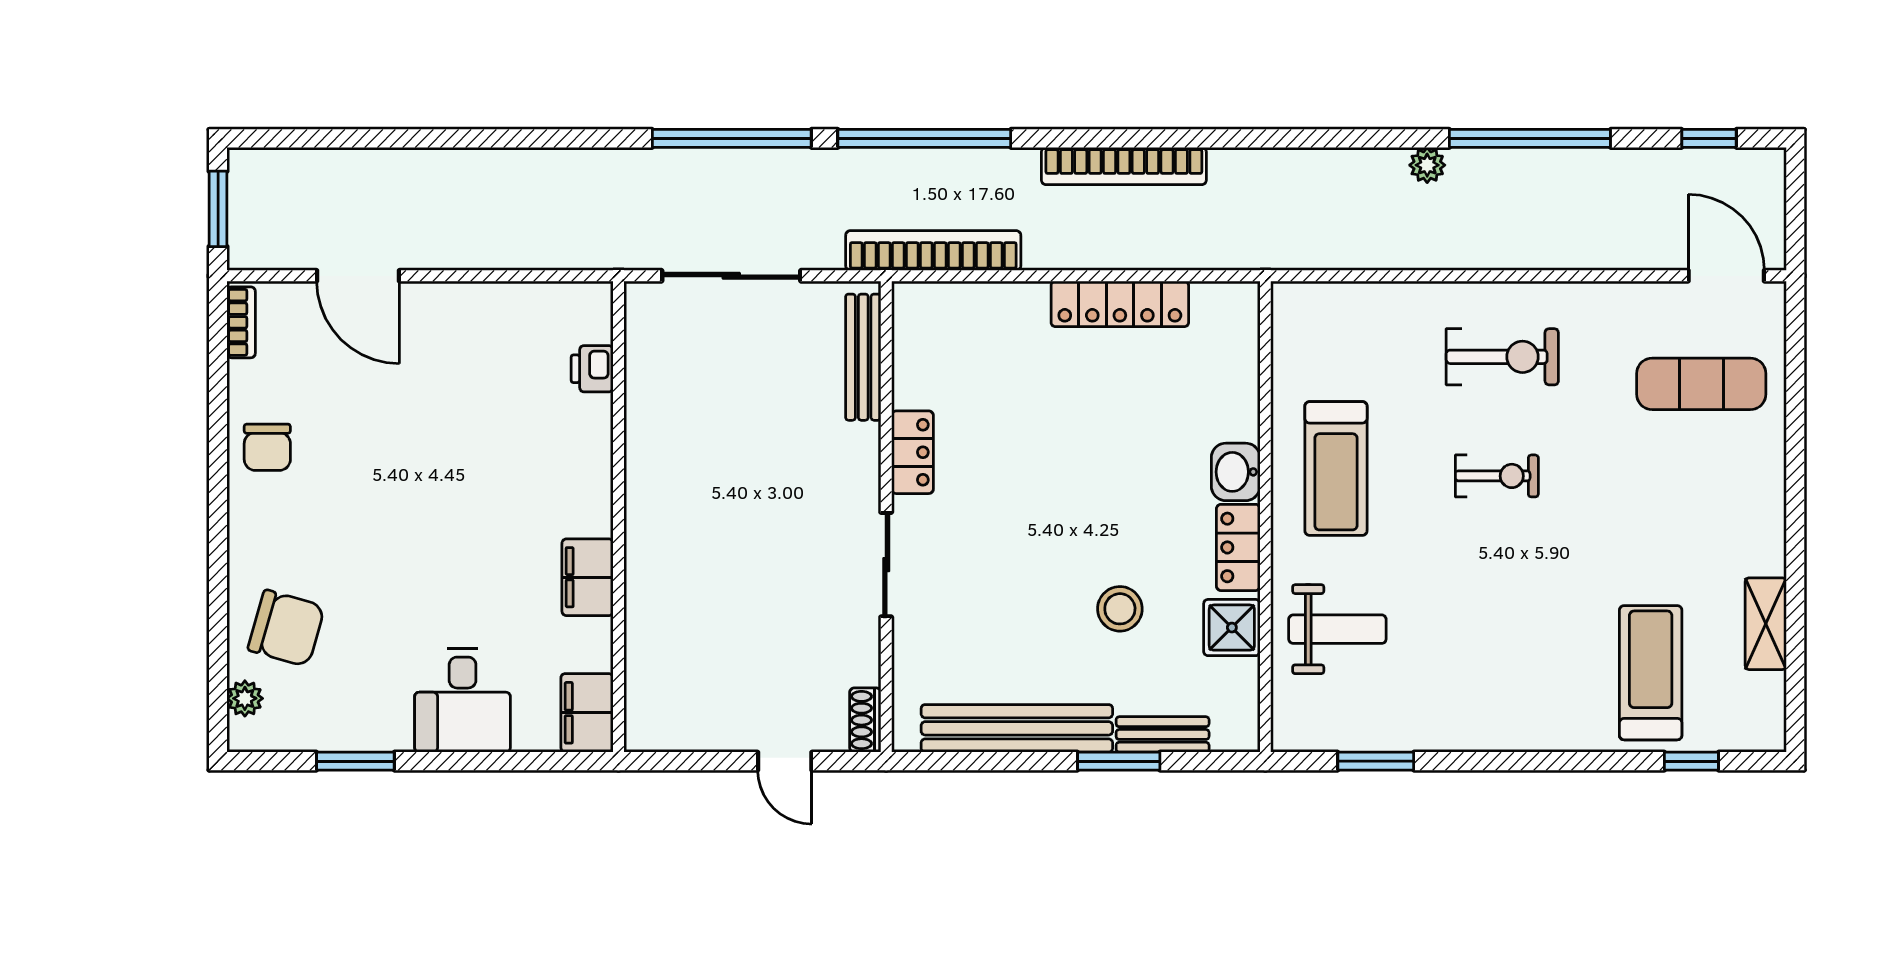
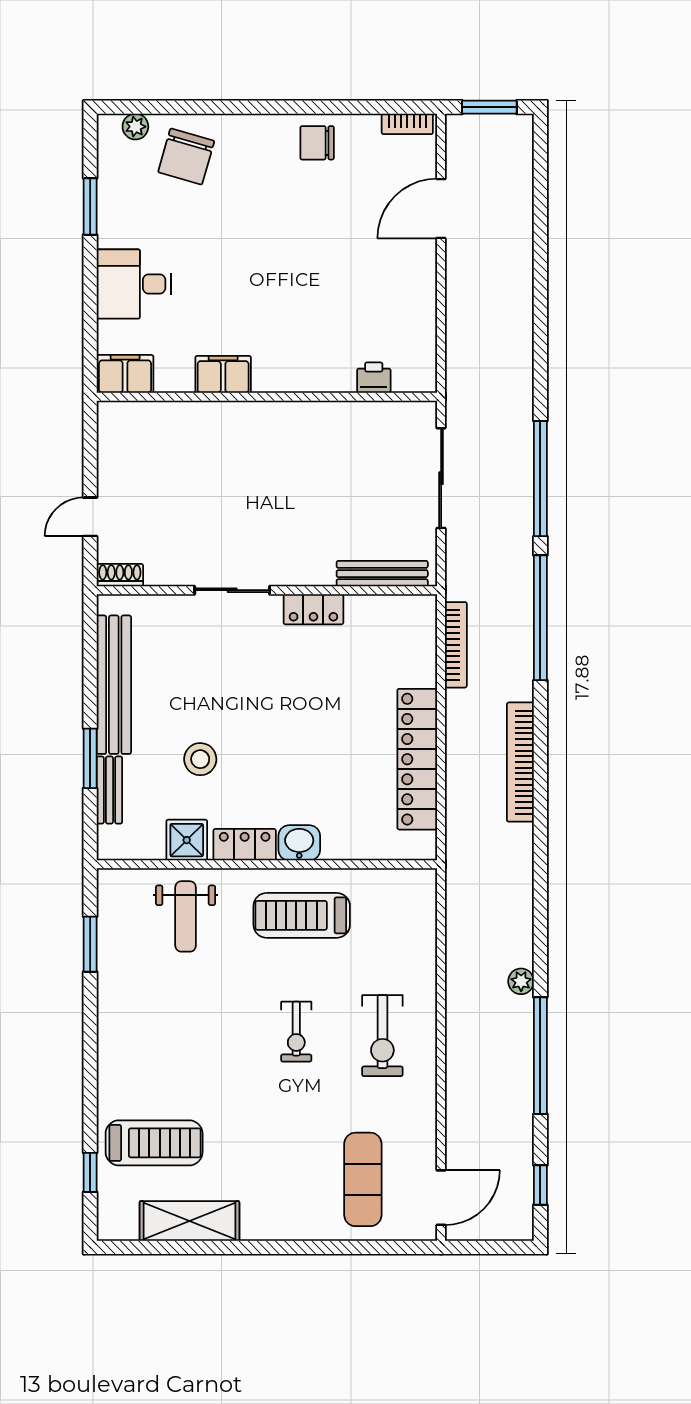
bookcase: (933, 251) -> (456, 645), width x0.68, depth x0.76
locker: (1120, 304) -> (417, 759), width x1.41, depth x1.21
shelving: (1766, 624) -> (189, 1221), width x1.50, depth x1.33

